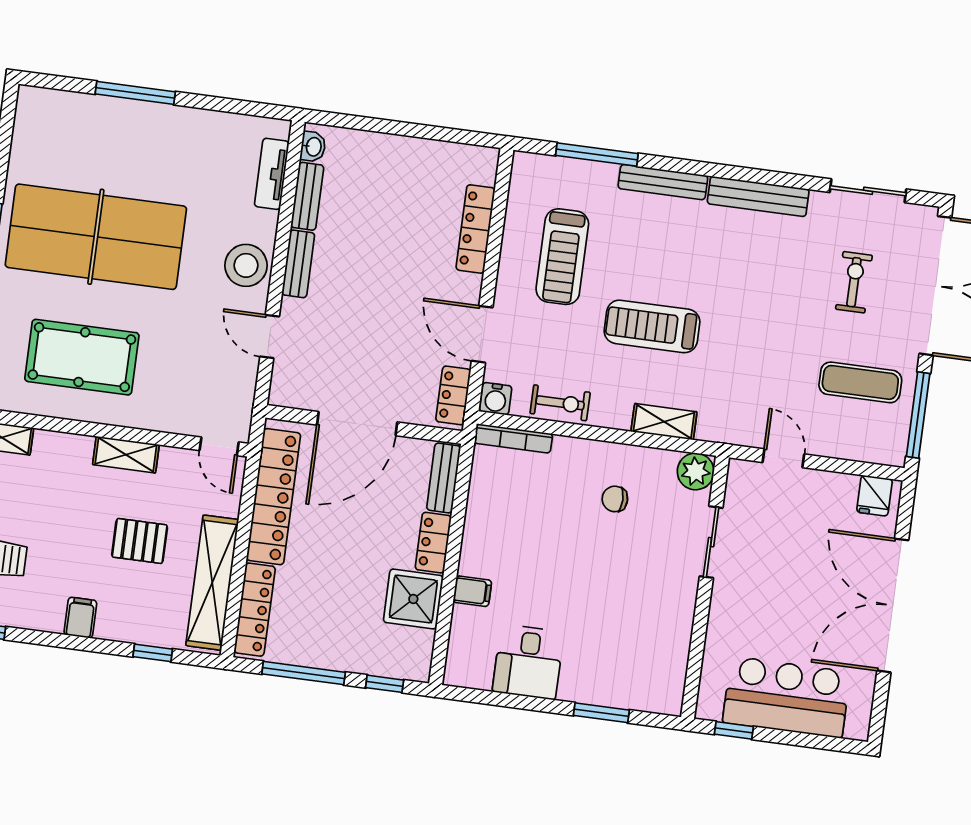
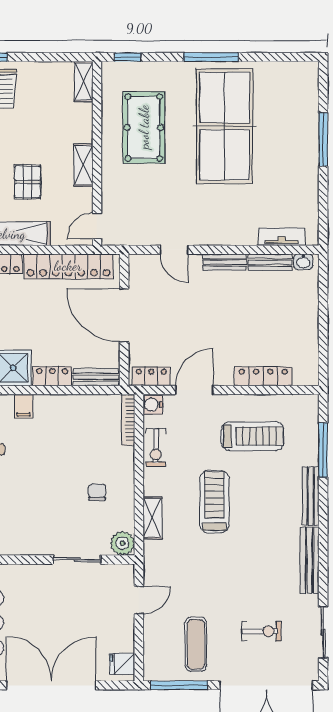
treadmill: (562, 257) -> (253, 436), turned 180
stool: (246, 265) -> (219, 228), removed
door: (270, 336) -> (174, 250), swing flipped

